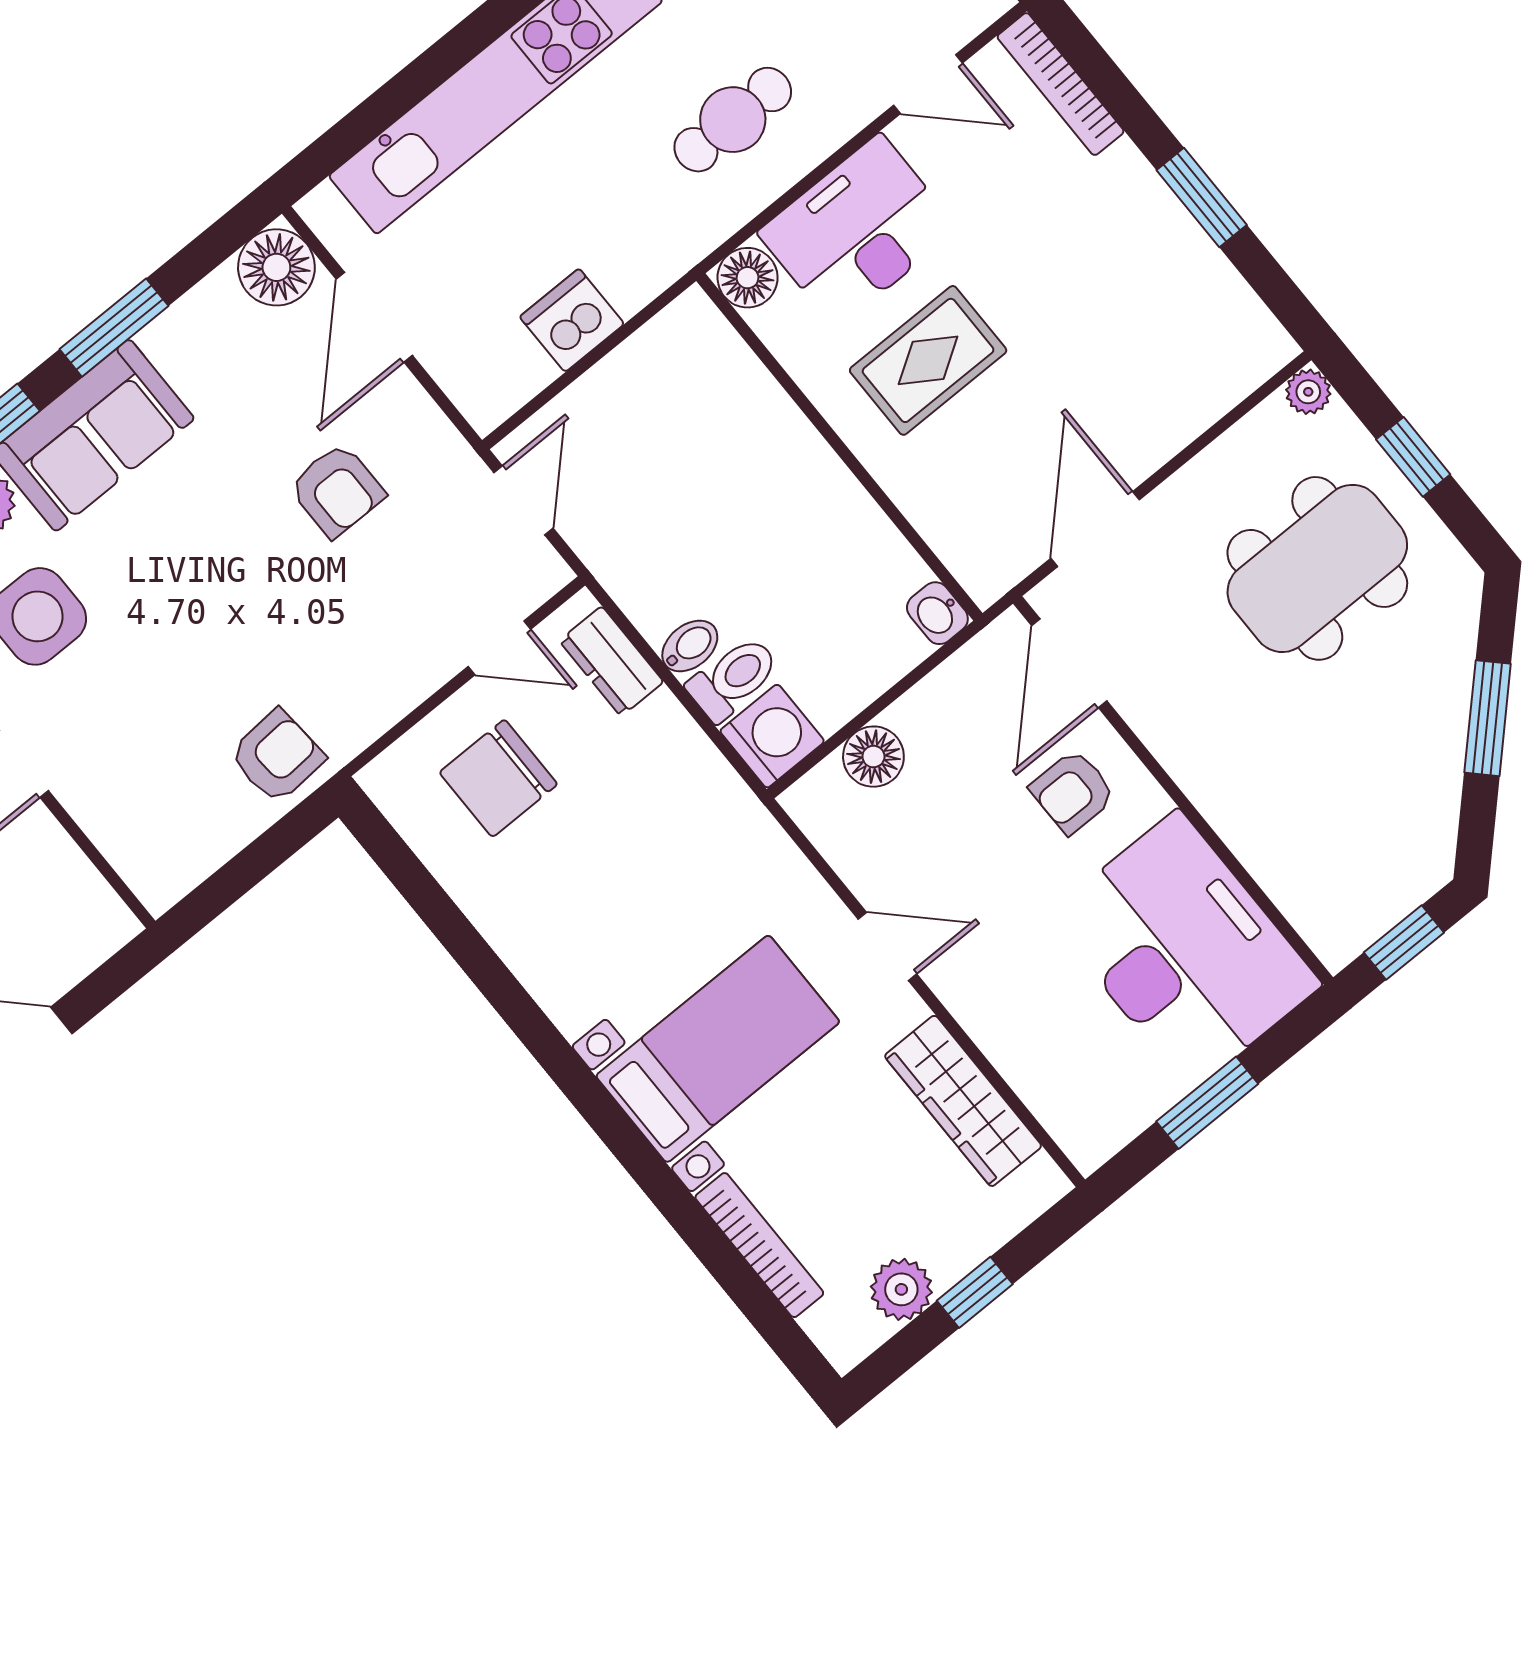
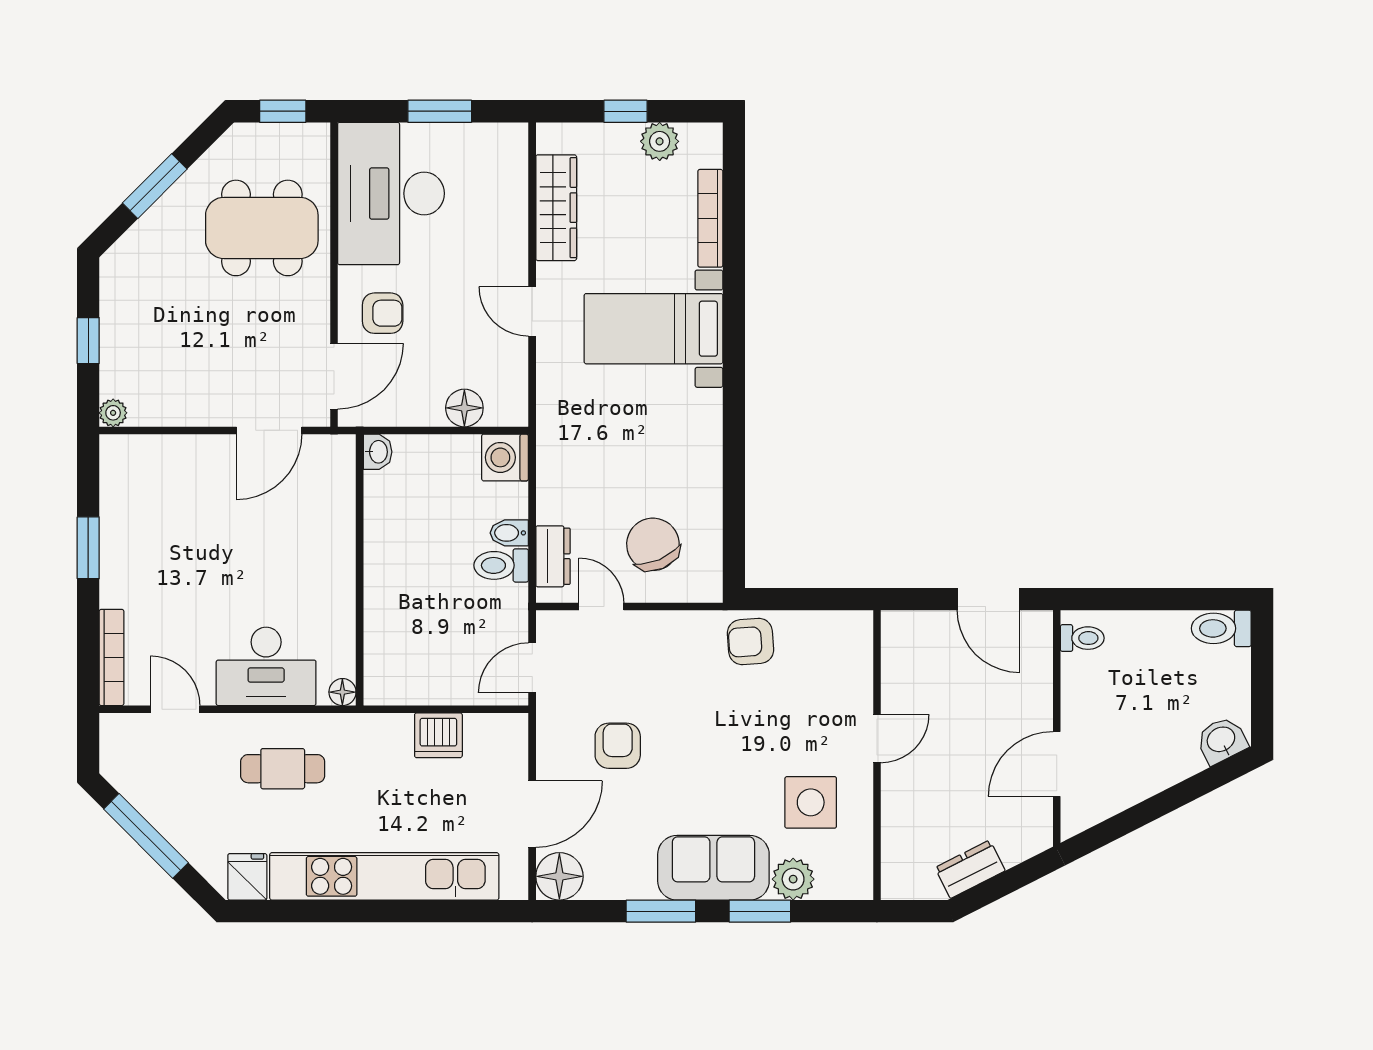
floor lamp: (748, 278) -> (342, 692), width x0.73, depth x0.73
rug: (928, 360) -> (283, 577), removed
dining table: (1317, 568) -> (262, 228), moved
toilet: (733, 678) -> (501, 565), moved
chair: (498, 778) -> (653, 544), turned -113

